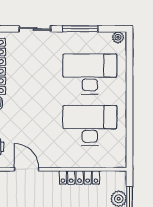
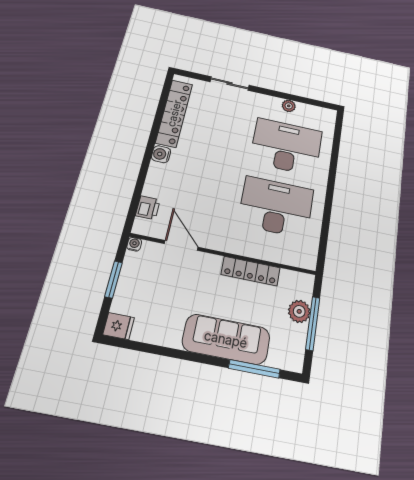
window: (80, 29) -> (283, 95), removed
plant: (118, 37) -> (289, 106), moved

